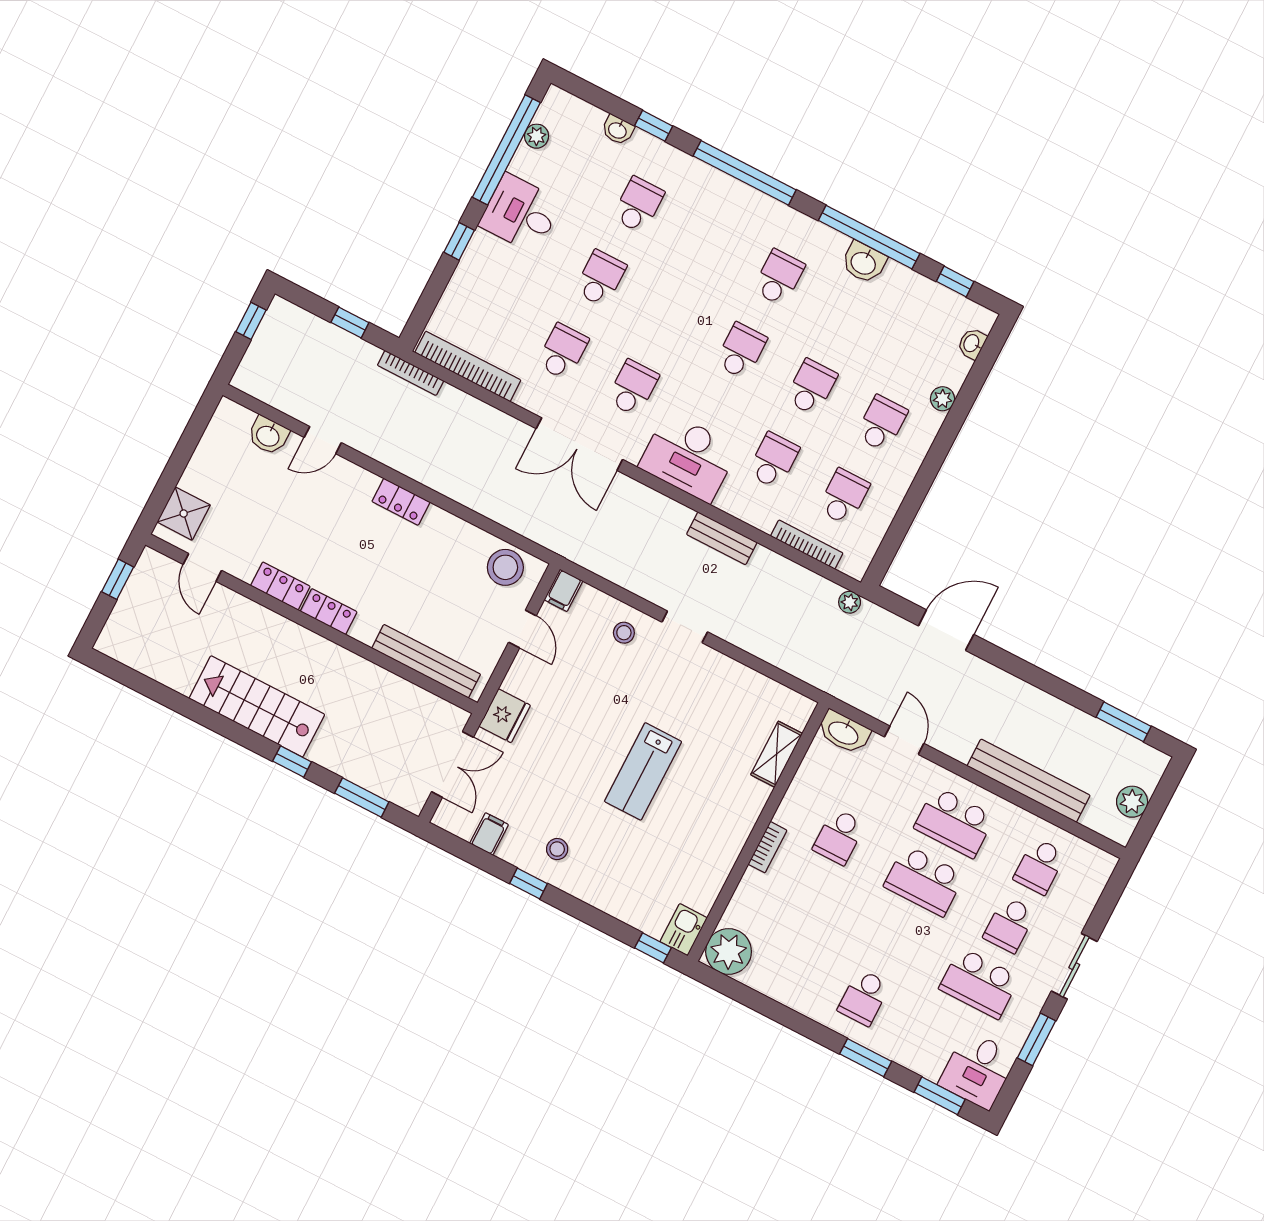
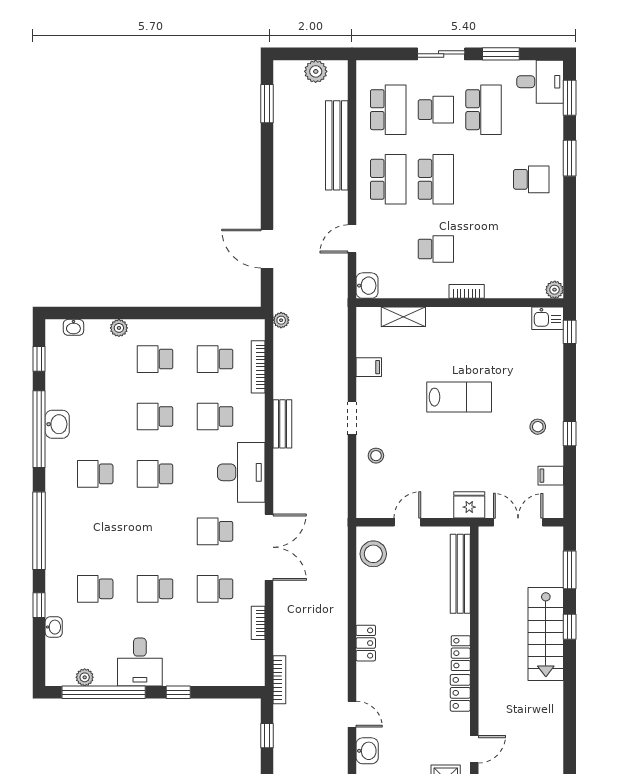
bookcase: (468, 366) -> (258, 623), width x0.43, depth x0.76
filing cabinet: (563, 590) -> (369, 367), moved
stairs: (257, 706) -> (546, 634), moved
washbasin: (844, 732) -> (367, 286), width x0.72
school desk: (1040, 866) -> (388, 110), width x1.85
plant: (729, 951) -> (555, 290), width x0.53, depth x0.53

